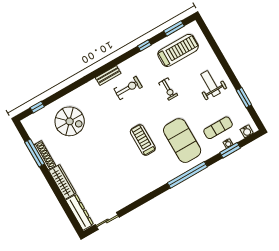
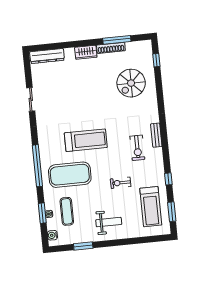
treadmill: (143, 140) -> (86, 140), width x1.37, depth x1.38
wardrobe: (62, 182) -> (86, 52), width x0.67
sliding door: (107, 221) -> (31, 99), moved

